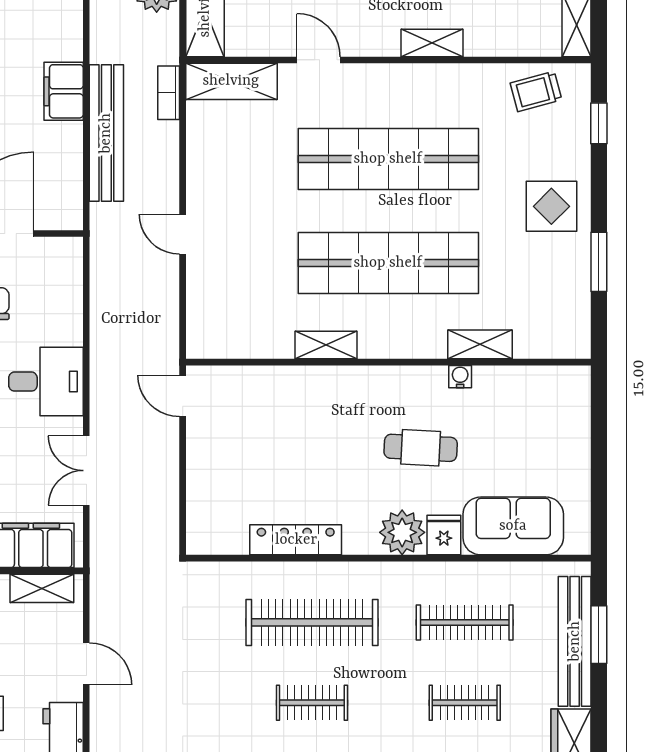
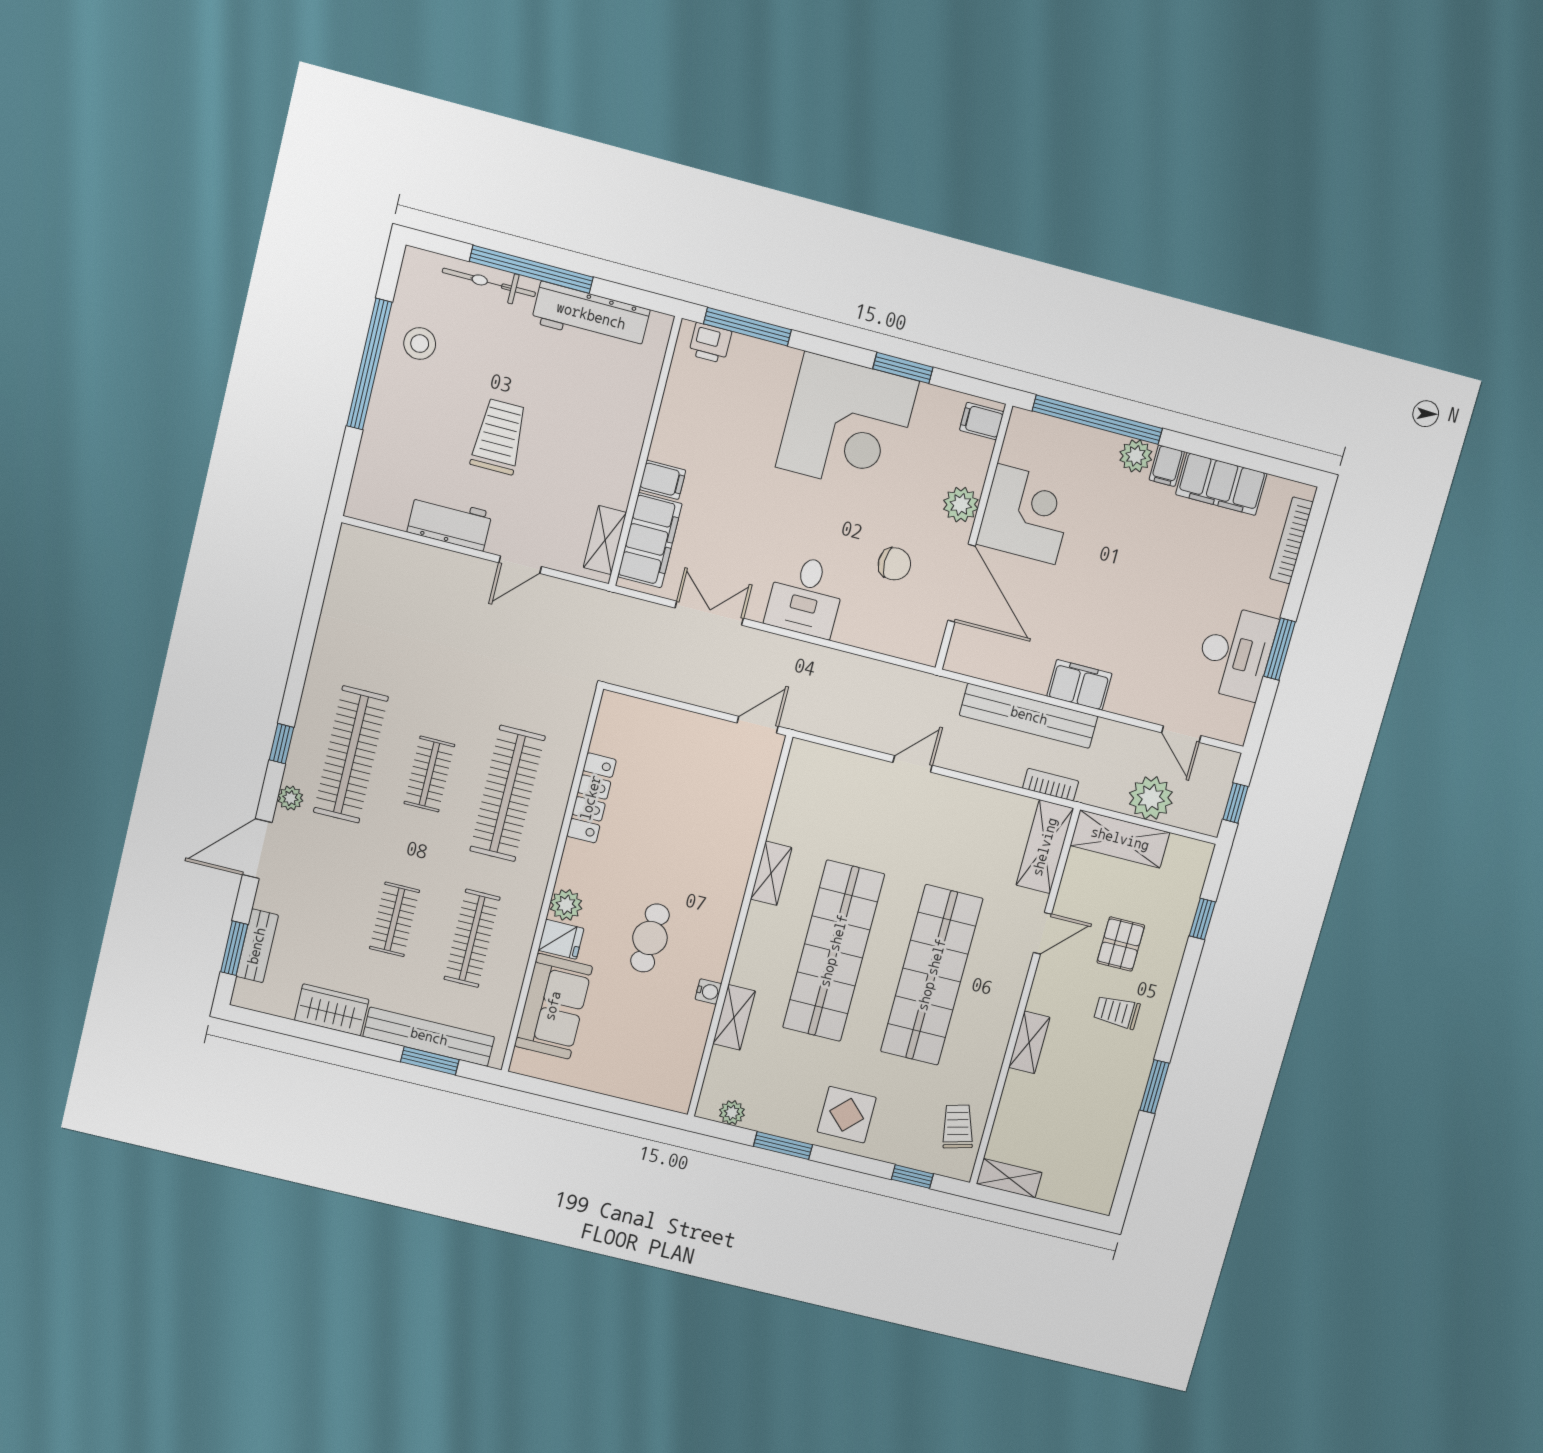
plant: (578, 322) -> (732, 1113), added
plant: (402, 532) -> (566, 905), width x0.73, depth x0.73

